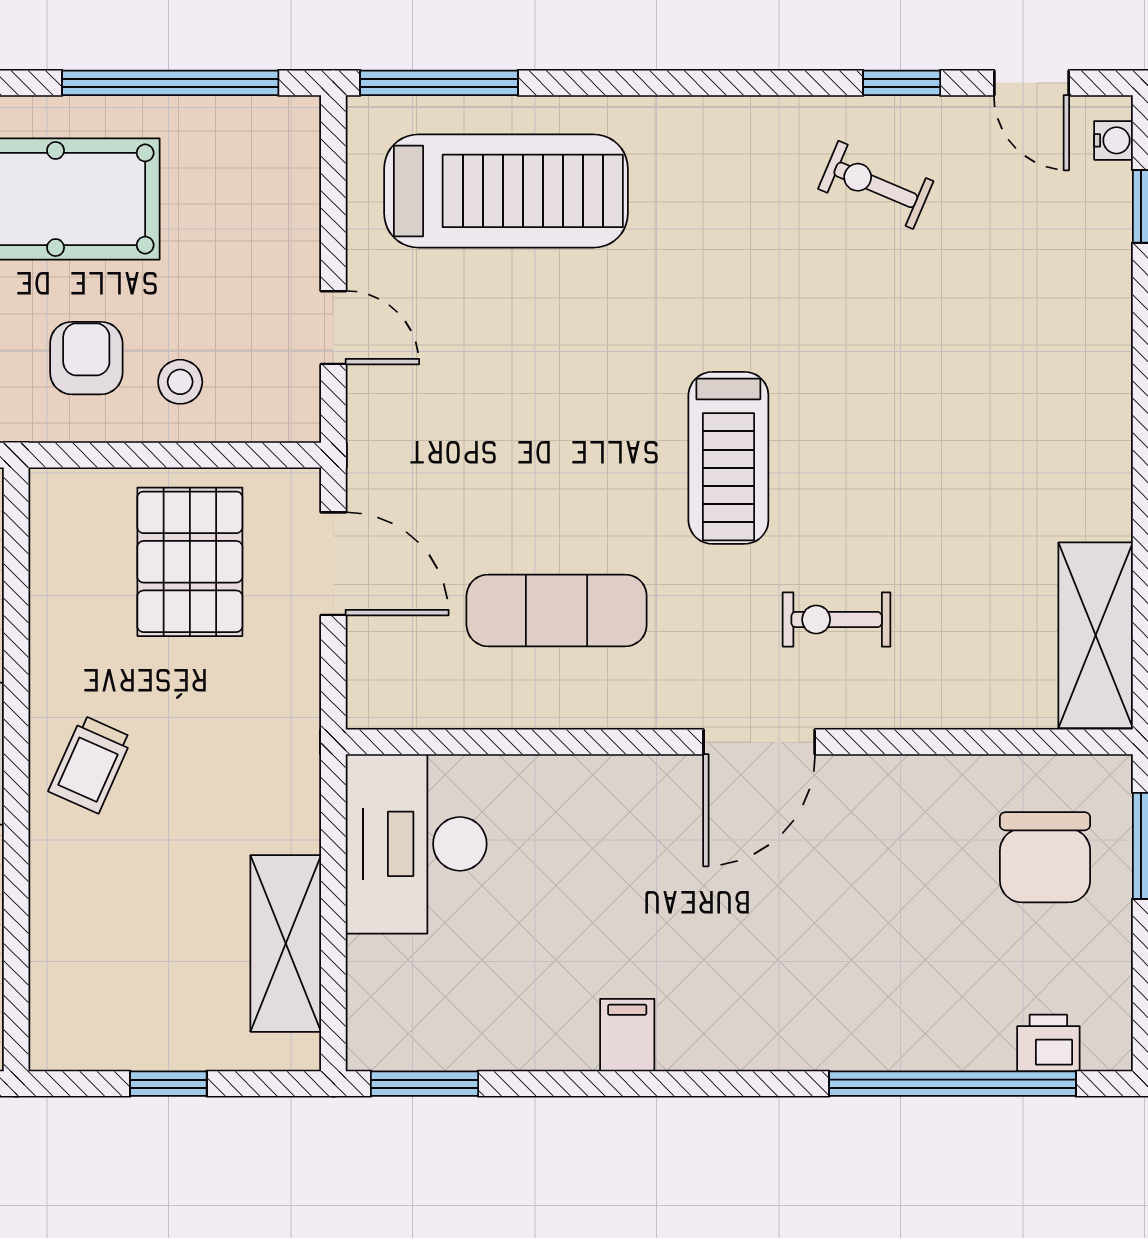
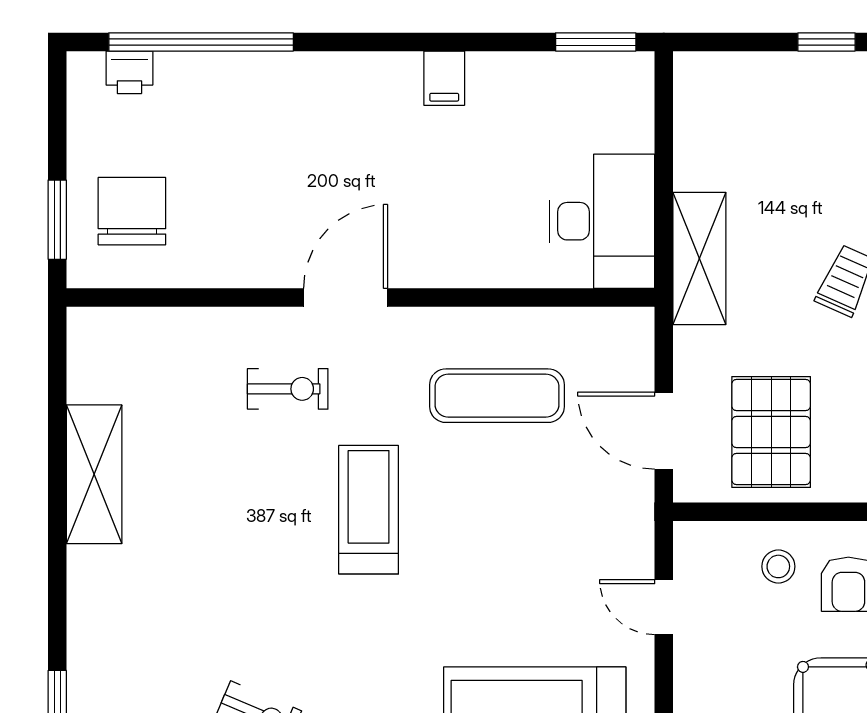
shelving: (1096, 635) -> (94, 474), moved
shelving: (286, 943) -> (699, 258), moved
window: (168, 1084) -> (827, 42), moved

